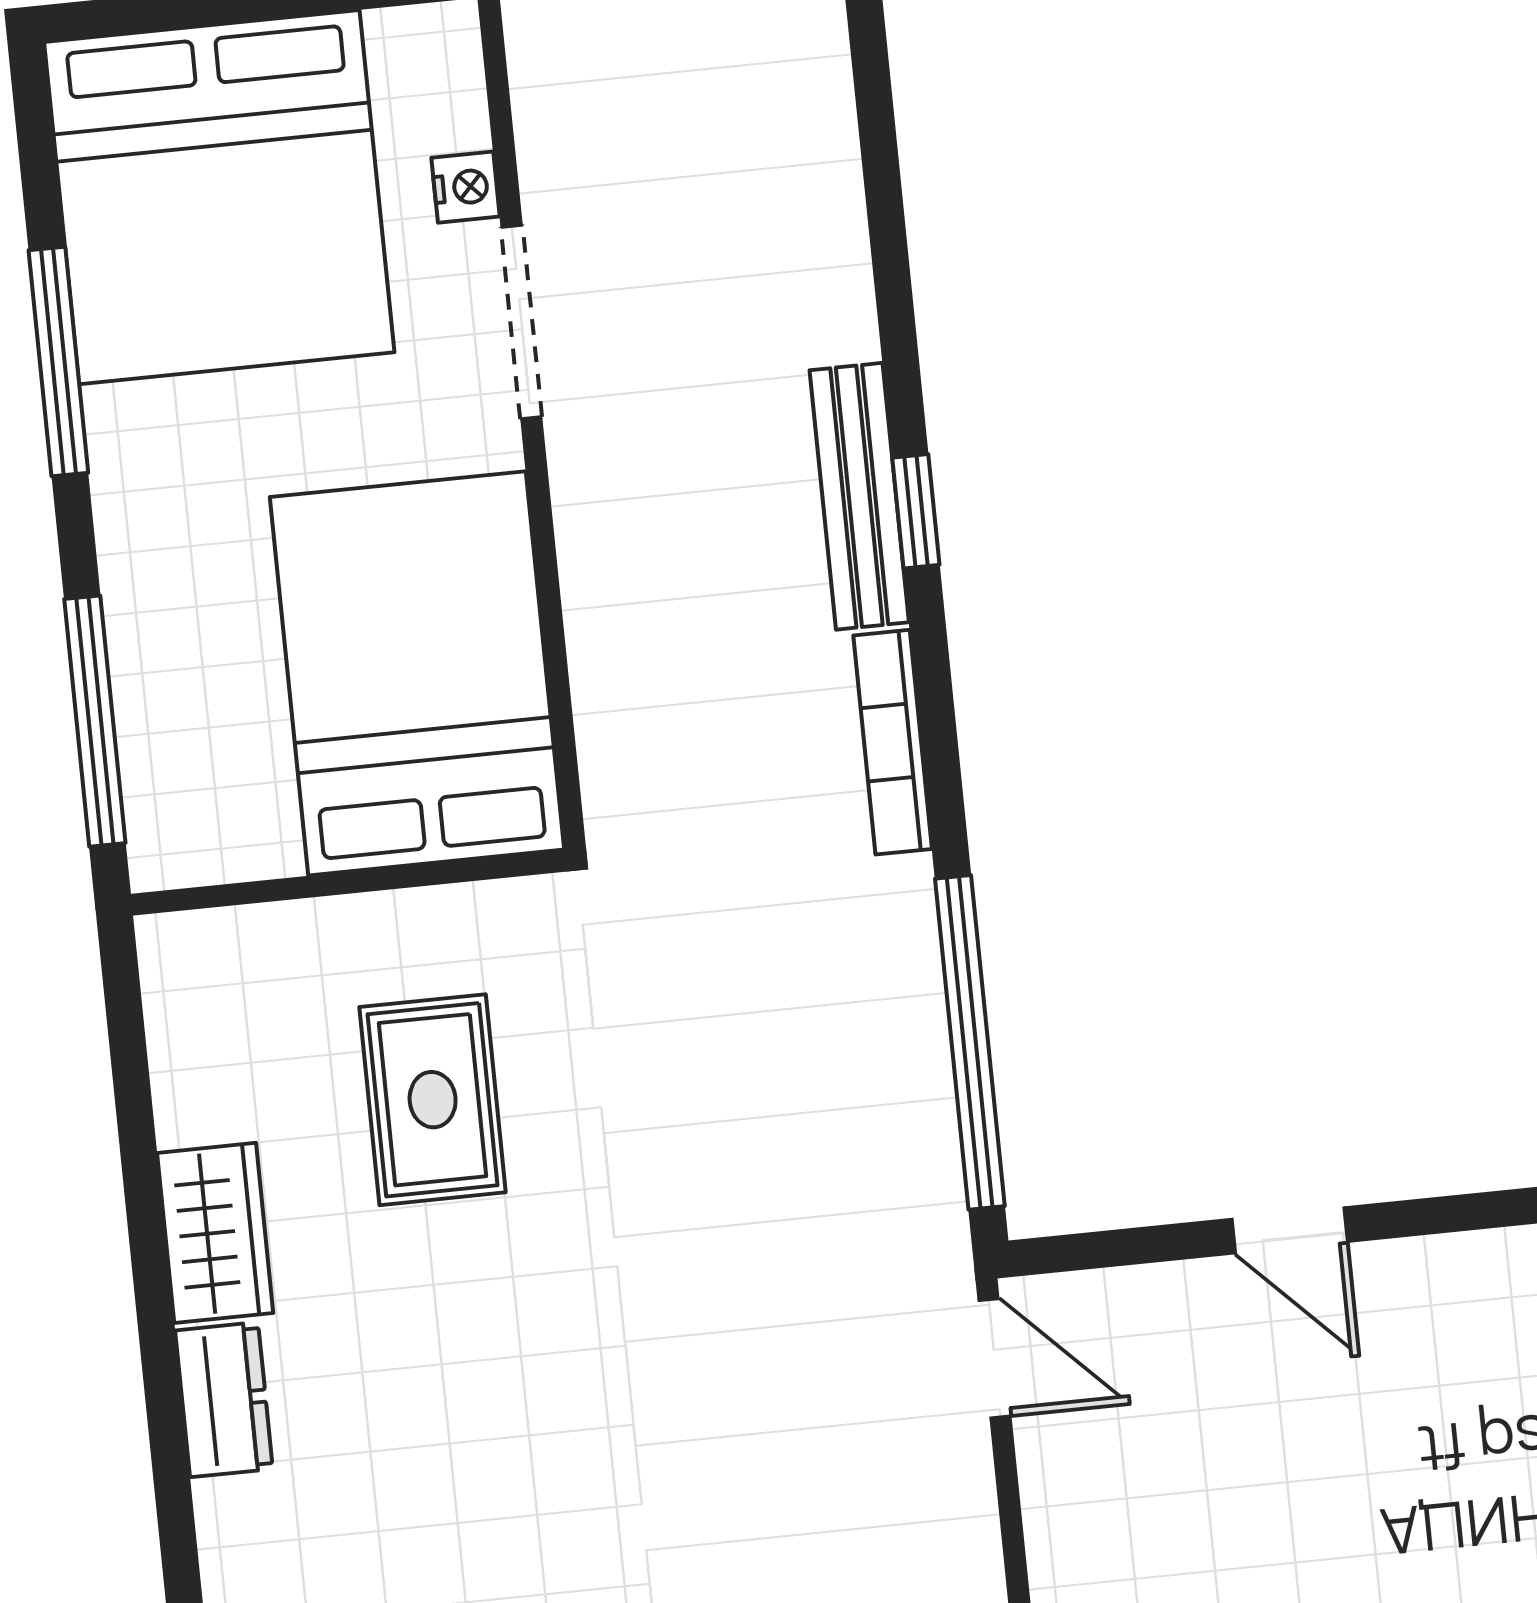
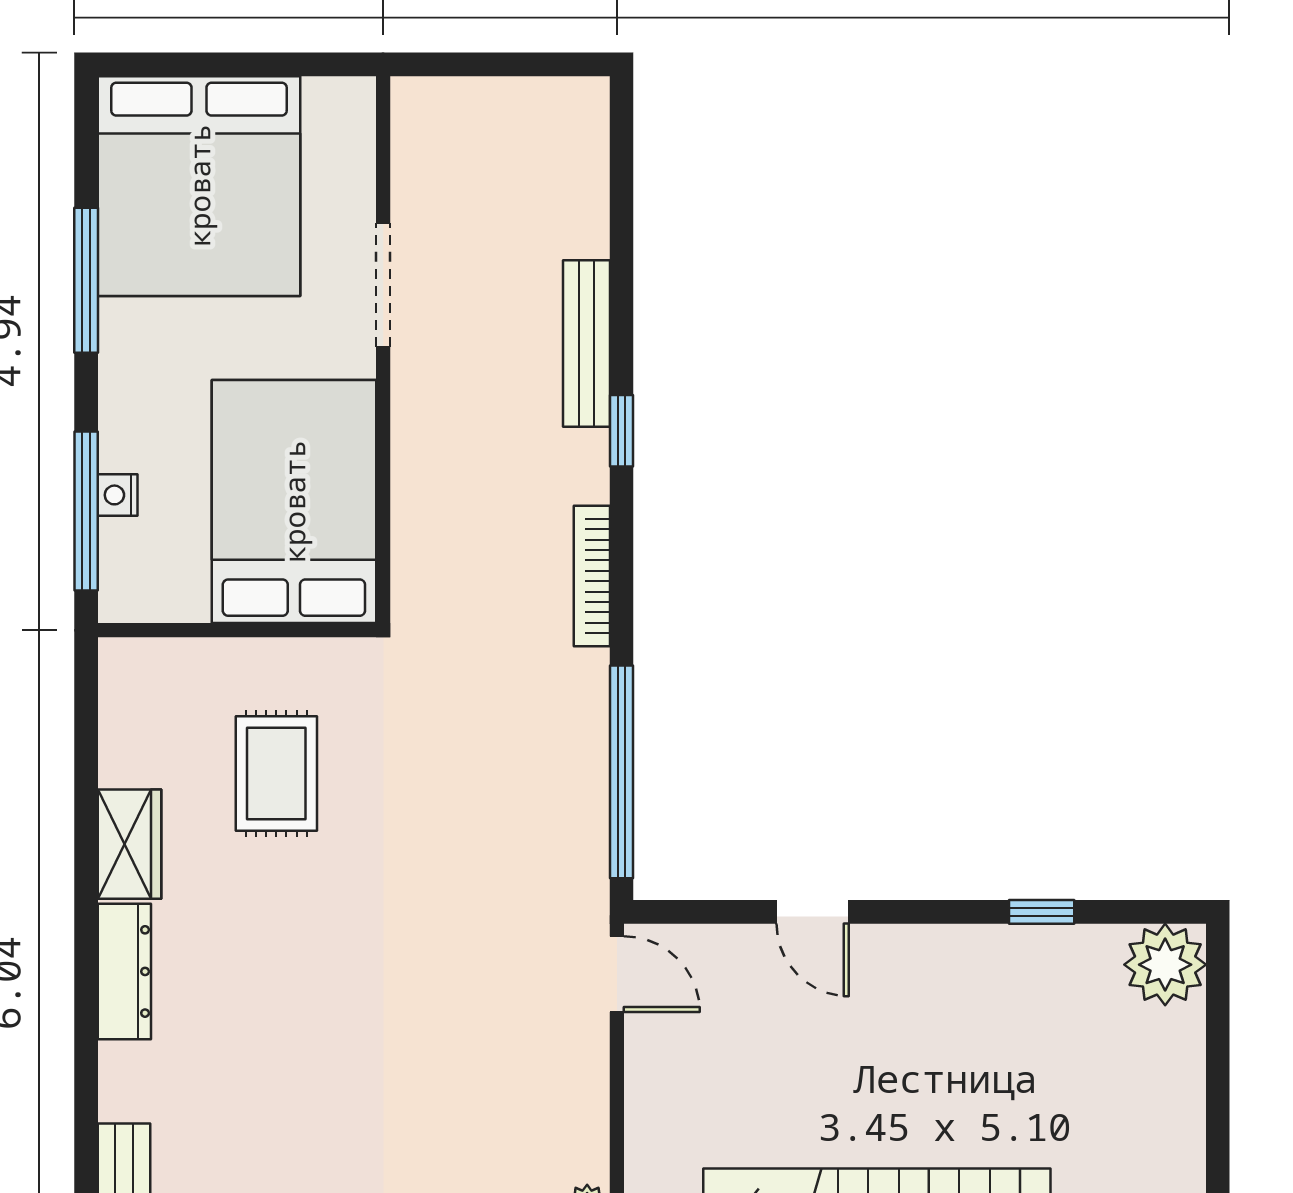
nightstand: (466, 187) -> (118, 495), moved, turned 180
bench: (859, 496) -> (586, 344), moved
dresser: (224, 1400) -> (124, 971), width x1.44

